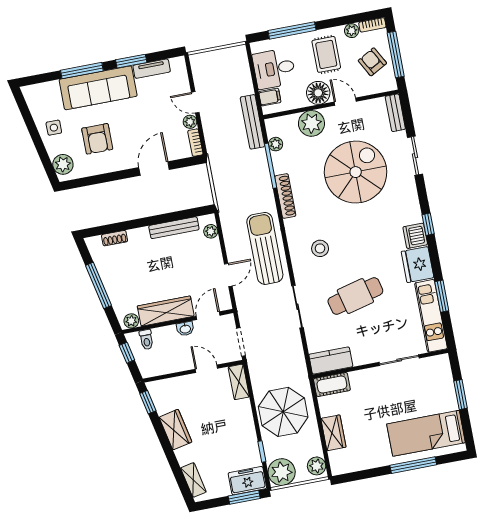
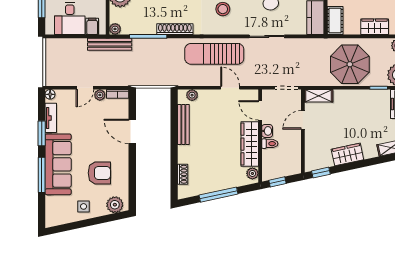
floor lamp: (179, 62) -> (50, 94), added
plant: (276, 144) -> (115, 29), moved
toilet: (146, 339) -> (270, 144), moved

